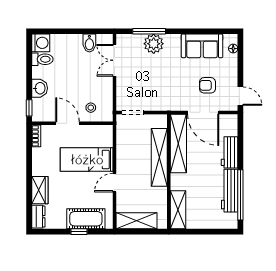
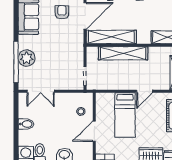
window: (149, 31) -> (16, 62), width x1.46
bidet: (89, 43) -> (26, 124), moved
armchair: (207, 85) -> (62, 12), turned 180
door: (114, 183) -> (145, 91), hinge flipped

